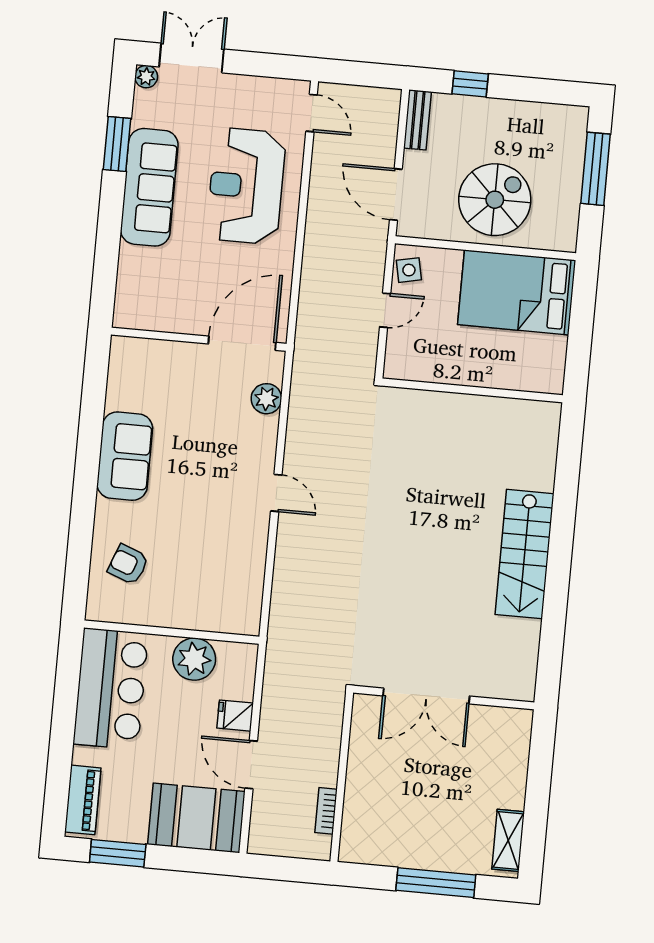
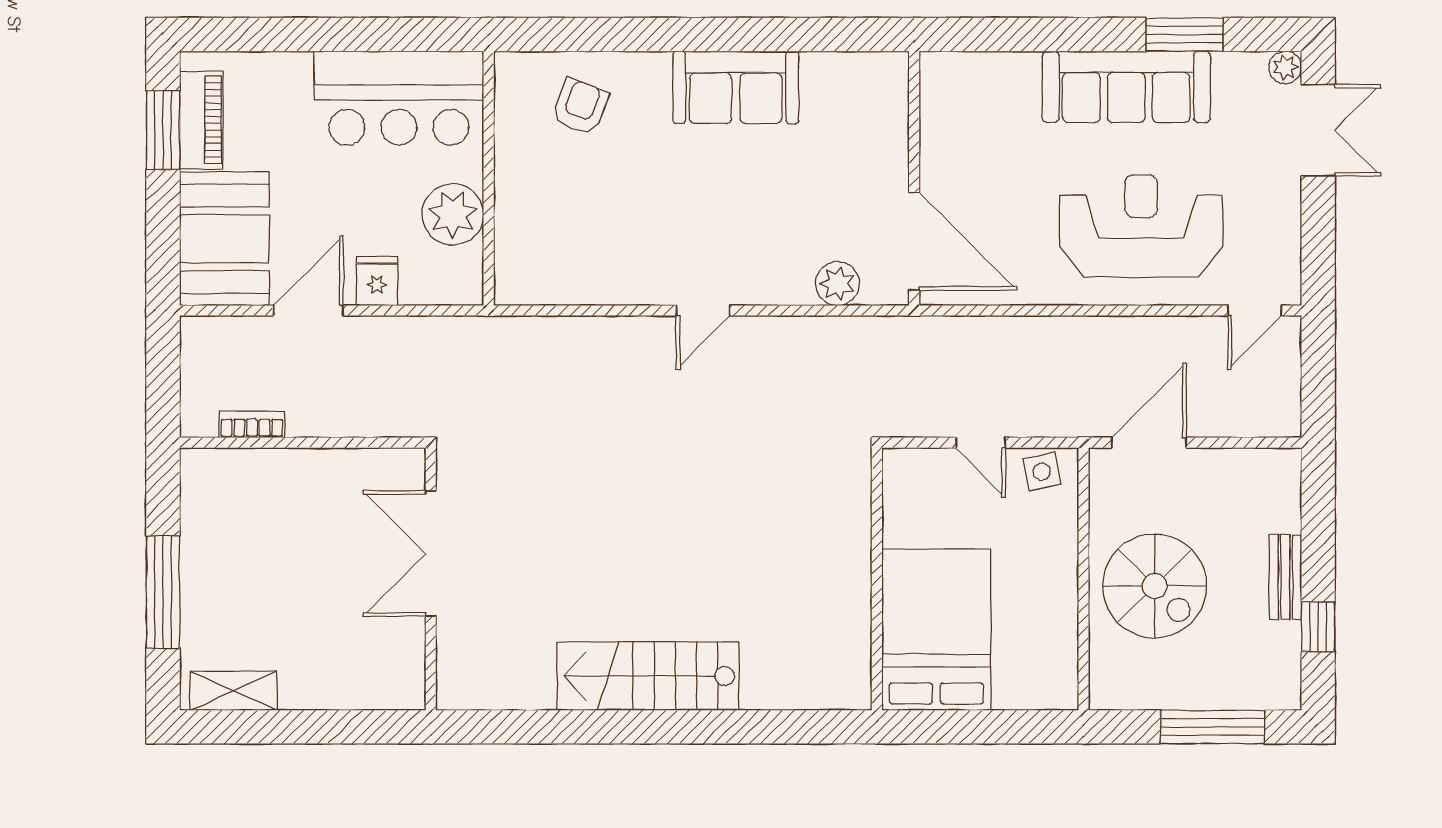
window: (470, 84) -> (1318, 627), moved
bench: (417, 120) -> (1285, 577), moved, turned 90
bed: (517, 292) -> (936, 630), moved
piano: (83, 800) -> (201, 120), moved, turned -90

